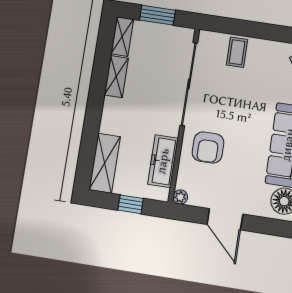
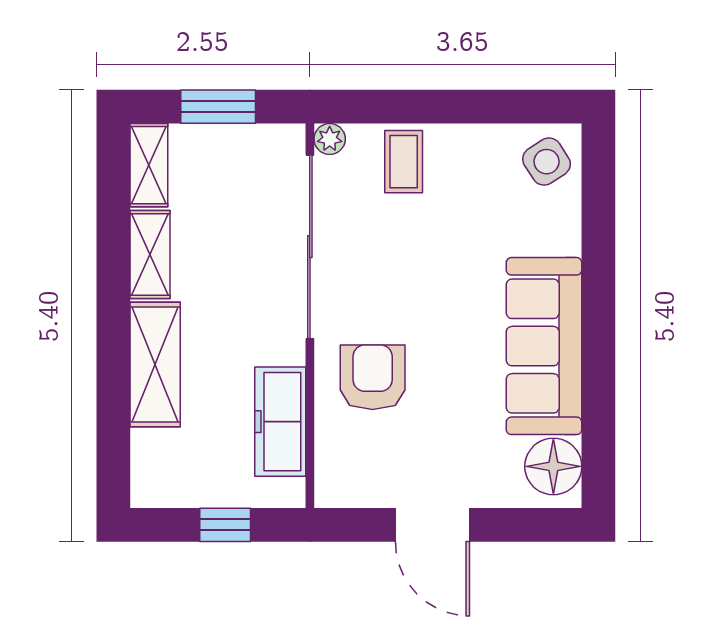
armchair: (208, 147) -> (373, 377), turned 180
shelving: (105, 163) -> (155, 365), moved
plant: (180, 197) -> (330, 139), moved

